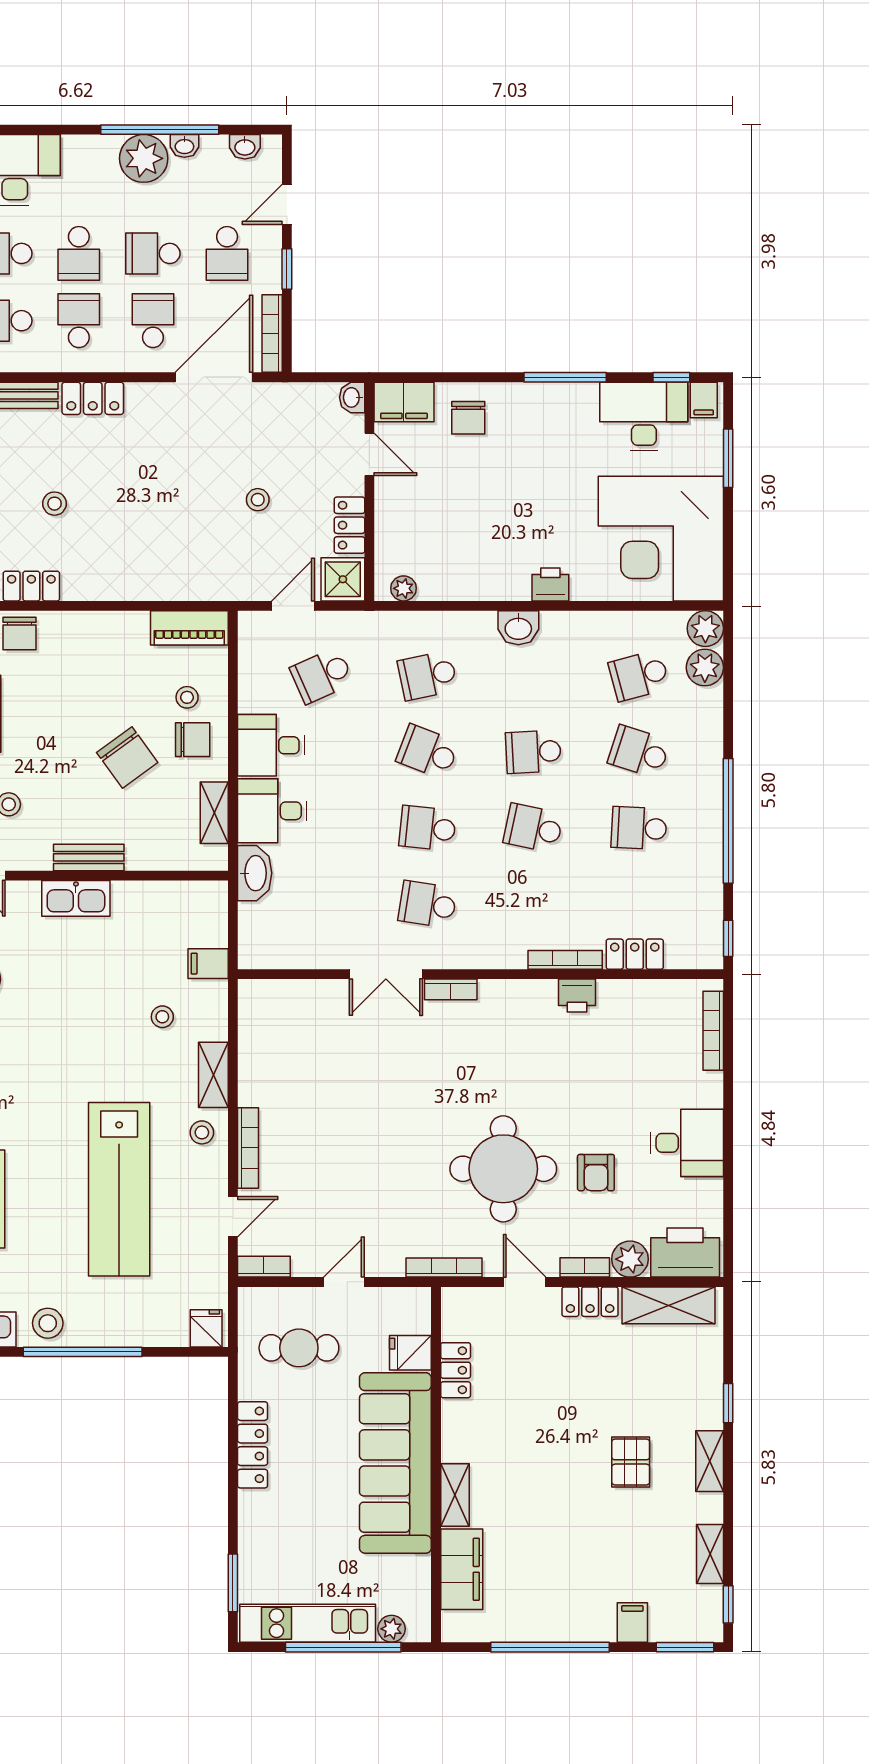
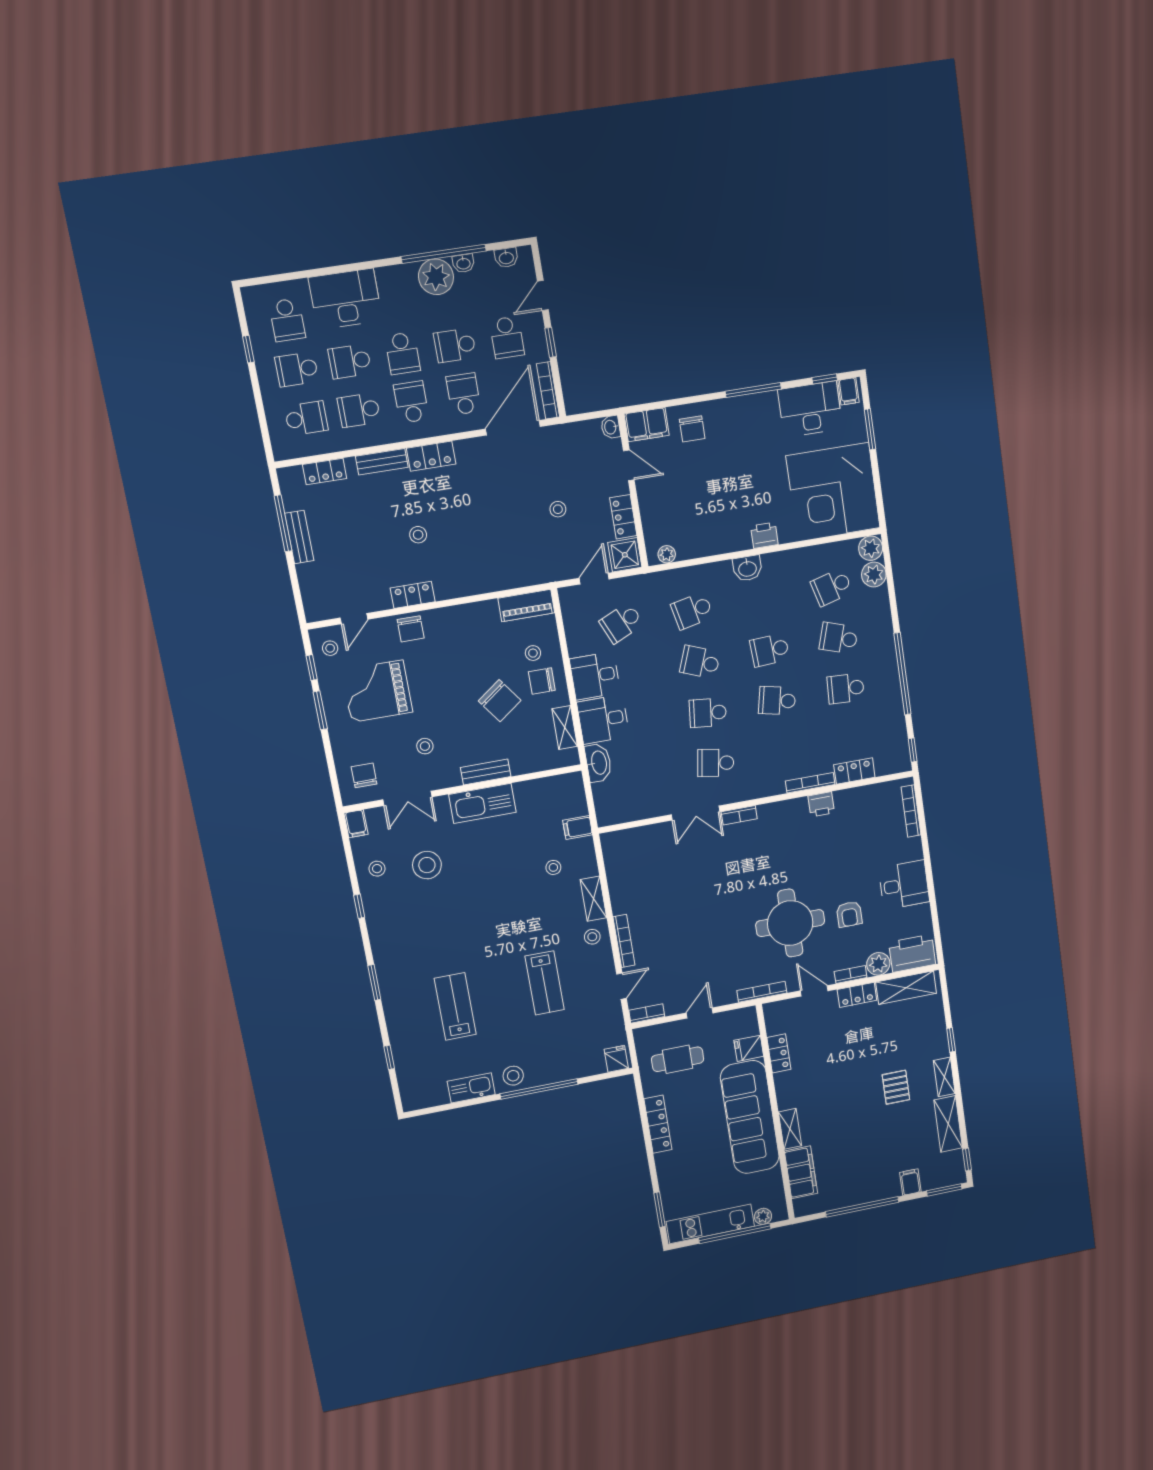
chair: (193, 740) -> (542, 681), turned 180
kitchen sink: (76, 898) -> (482, 803), width x1.36, depth x1.24
lab bench: (119, 1189) -> (545, 983), width x0.54, depth x0.72
shelving: (710, 1554) -> (948, 1124), width x1.50, depth x1.33

